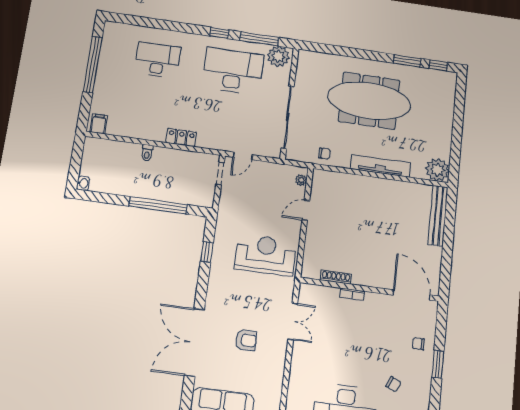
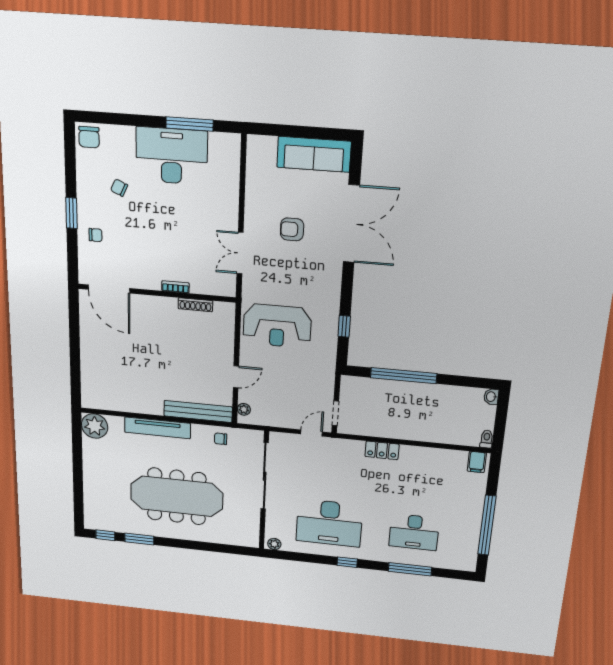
window: (259, 39) -> (410, 569), moved
plant: (278, 56) -> (274, 544), width x0.53, depth x0.53
toilet: (147, 153) -> (487, 439), moved
bench: (438, 216) -> (198, 411), moved, turned 90

